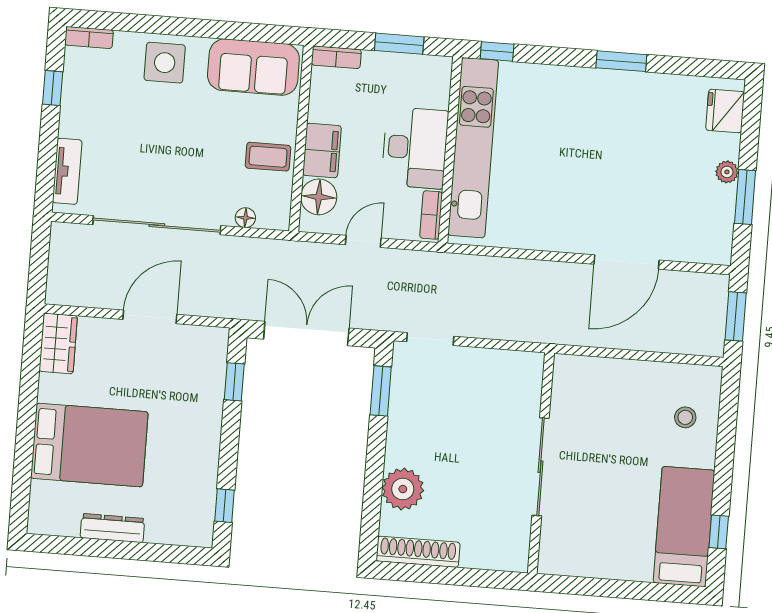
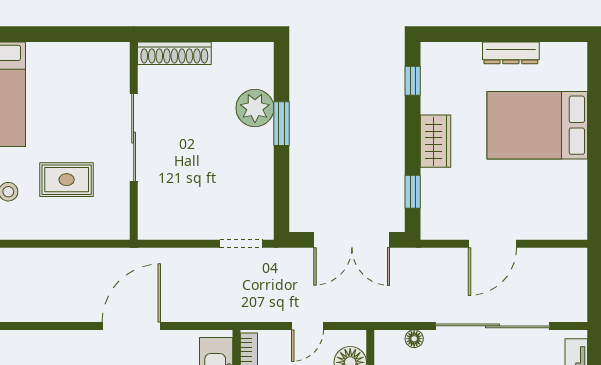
door: (626, 262) -> (131, 326), moved
wardrobe: (58, 343) -> (436, 141), moved, turned 180
window: (381, 391) -> (281, 124), moved
rug: (619, 426) -> (67, 180), added
shoe rack: (418, 552) -> (174, 53), moved

